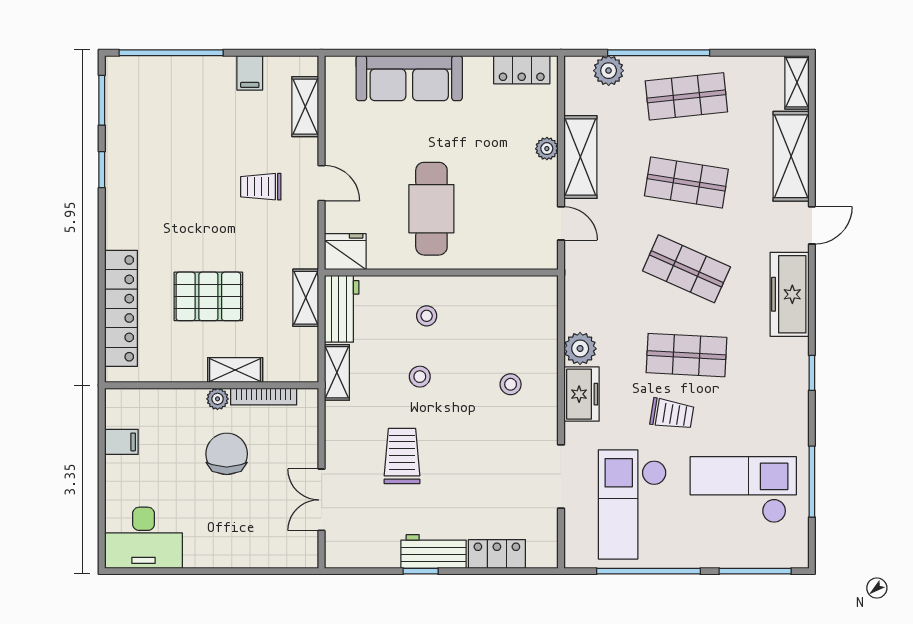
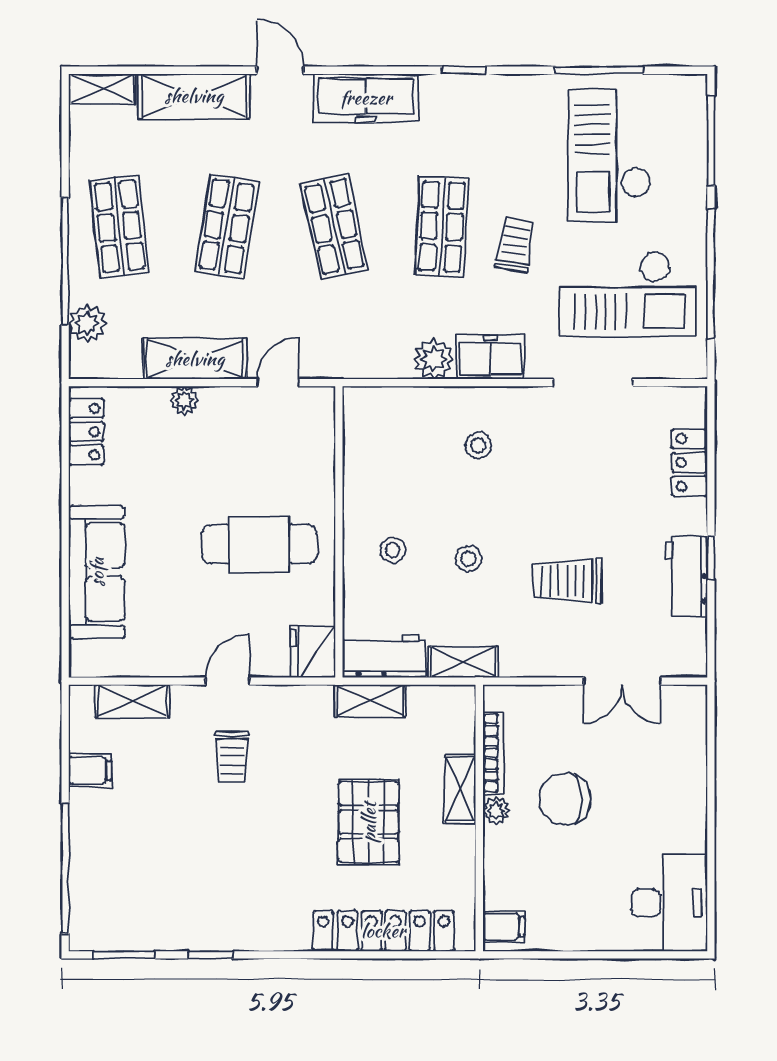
shop shelf: (686, 269) -> (334, 226), turned -36
filing cabinet: (121, 442) -> (504, 927), moved, turned 90
workbench: (434, 552) -> (686, 576), moved

